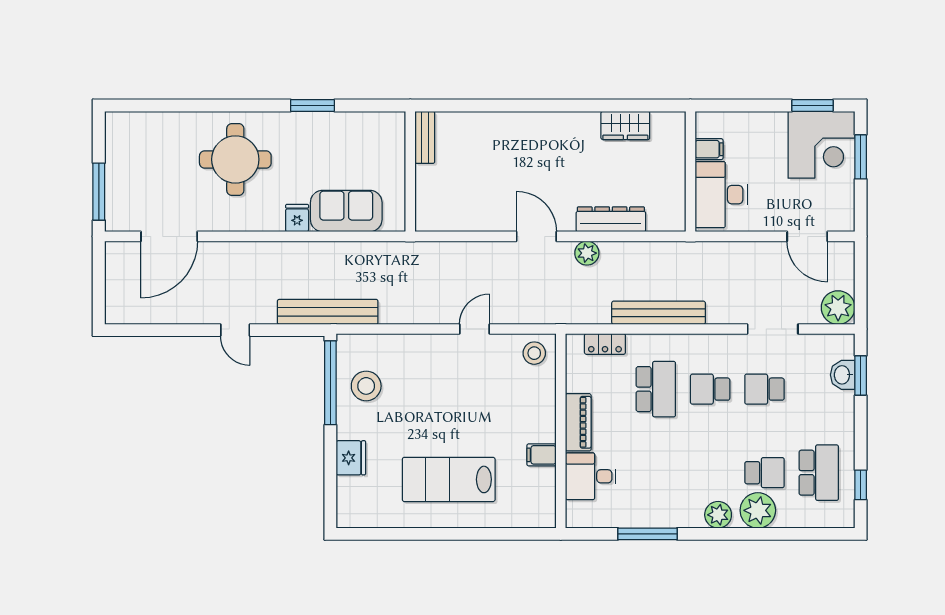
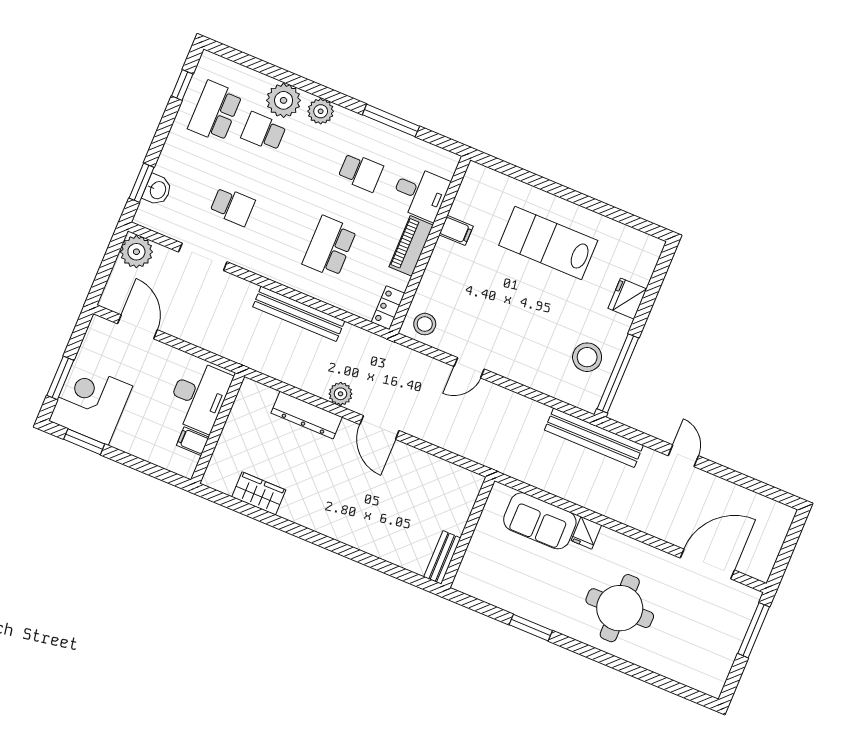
locker: (605, 344) -> (388, 308), moved, turned -90
school desk: (710, 389) -> (361, 172), moved
lab bench: (449, 479) -> (548, 243), turned 180

